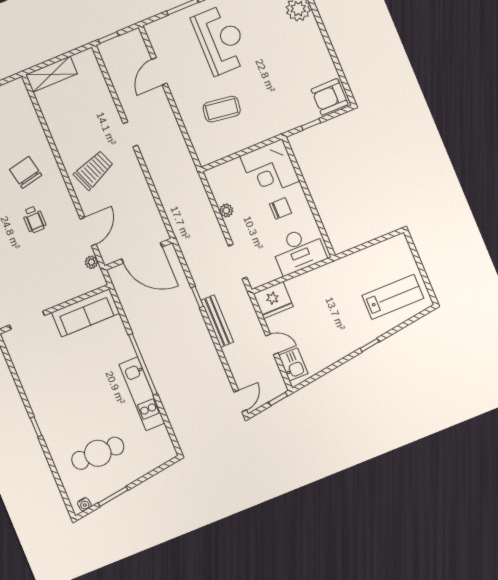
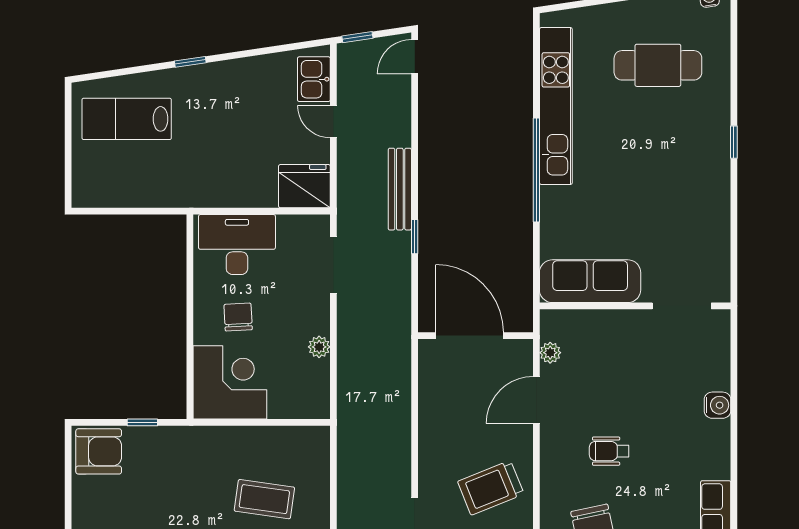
chair: (280, 208) -> (238, 317), turned 87
wheelchair: (34, 219) -> (609, 451), turned -90
kitchen unit: (142, 394) -> (556, 106), width x1.36

